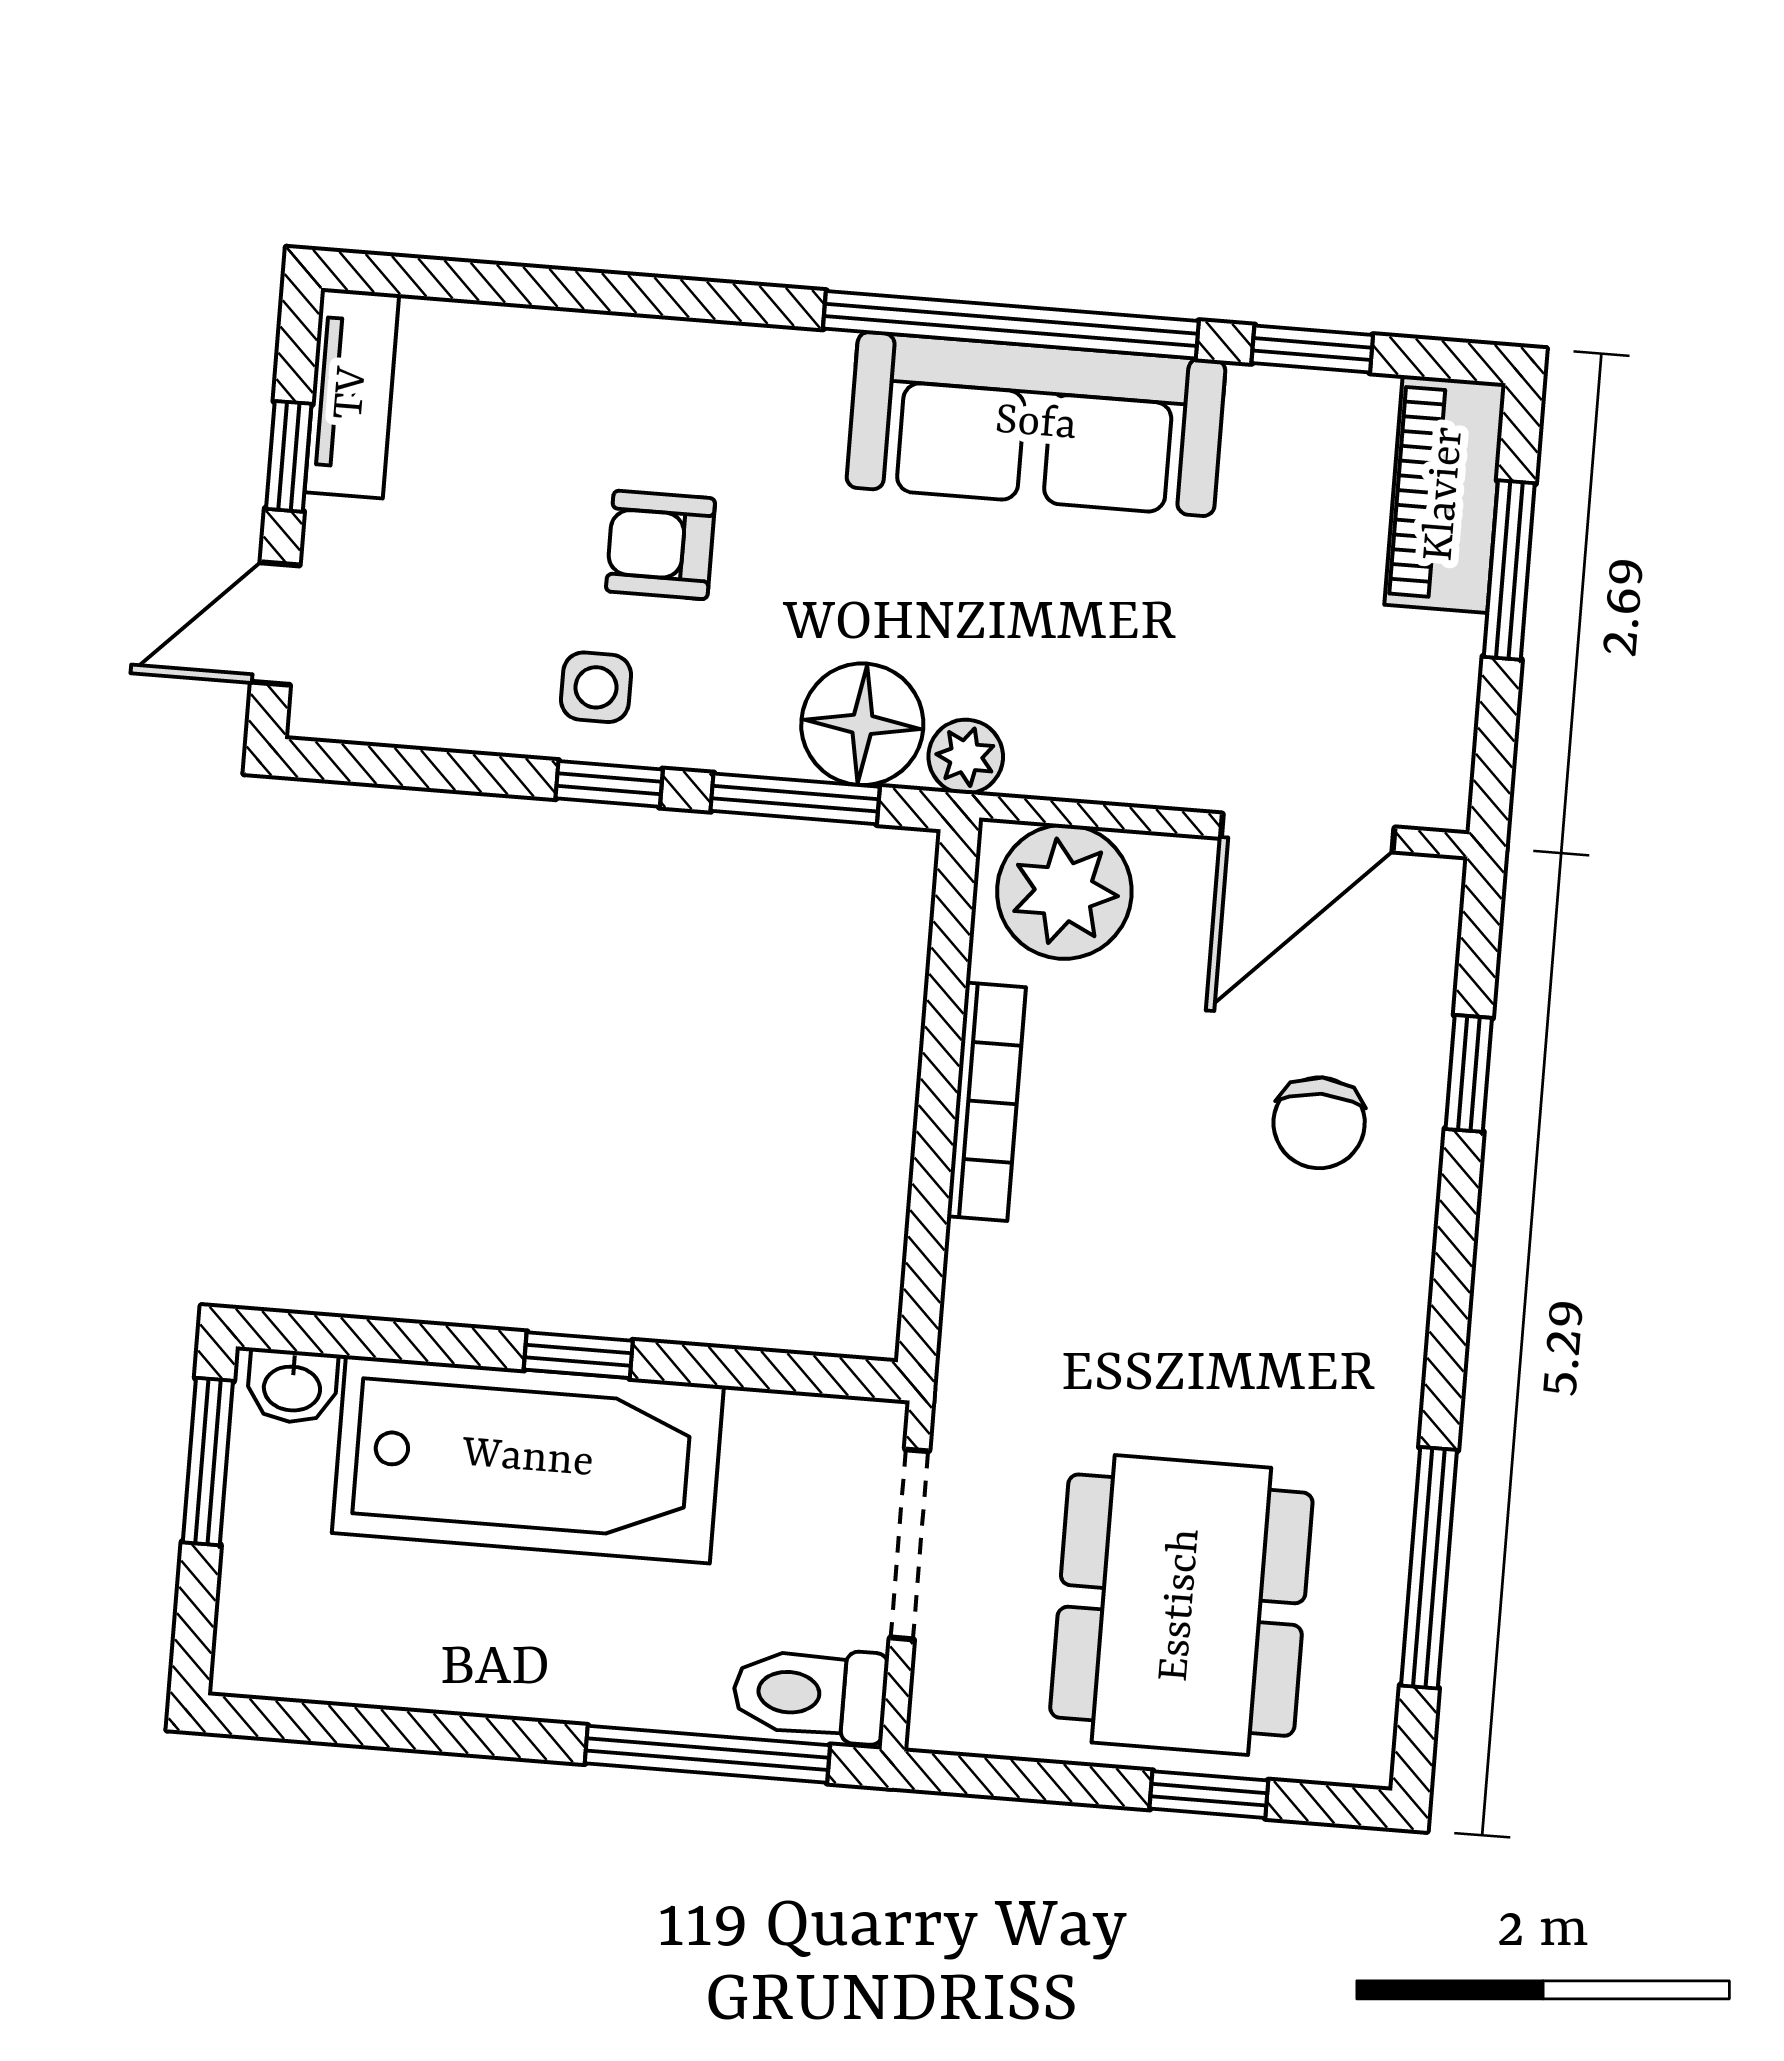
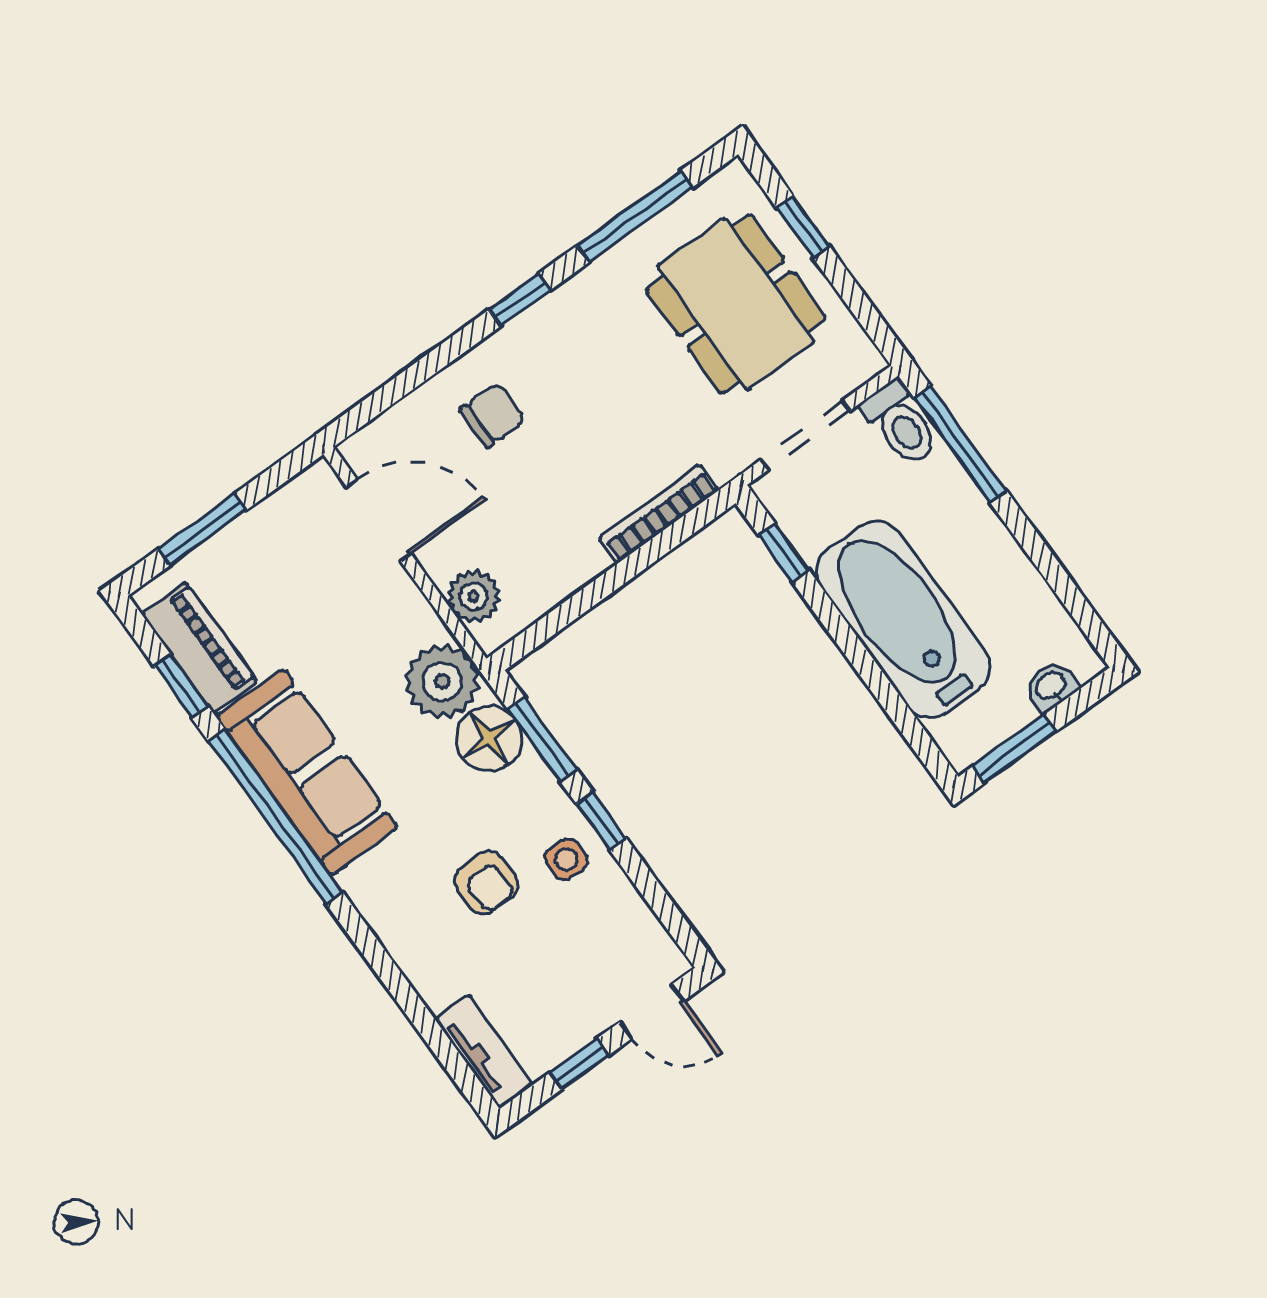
tv unit: (352, 393) -> (483, 1051), moved, turned 90
piano: (1445, 494) -> (199, 648), moved, turned -90
plant: (966, 757) -> (442, 681), width x1.88, depth x1.88
plant: (1064, 892) -> (474, 596), width x0.73, depth x0.73
window: (1469, 1073) -> (519, 300), moved
bookcase: (986, 1102) -> (659, 514), moved
window: (578, 1355) -> (784, 553), moved
washbasin: (292, 1386) -> (1051, 687), moved, turned -90
dining table: (1181, 1605) -> (736, 304), turned 90

